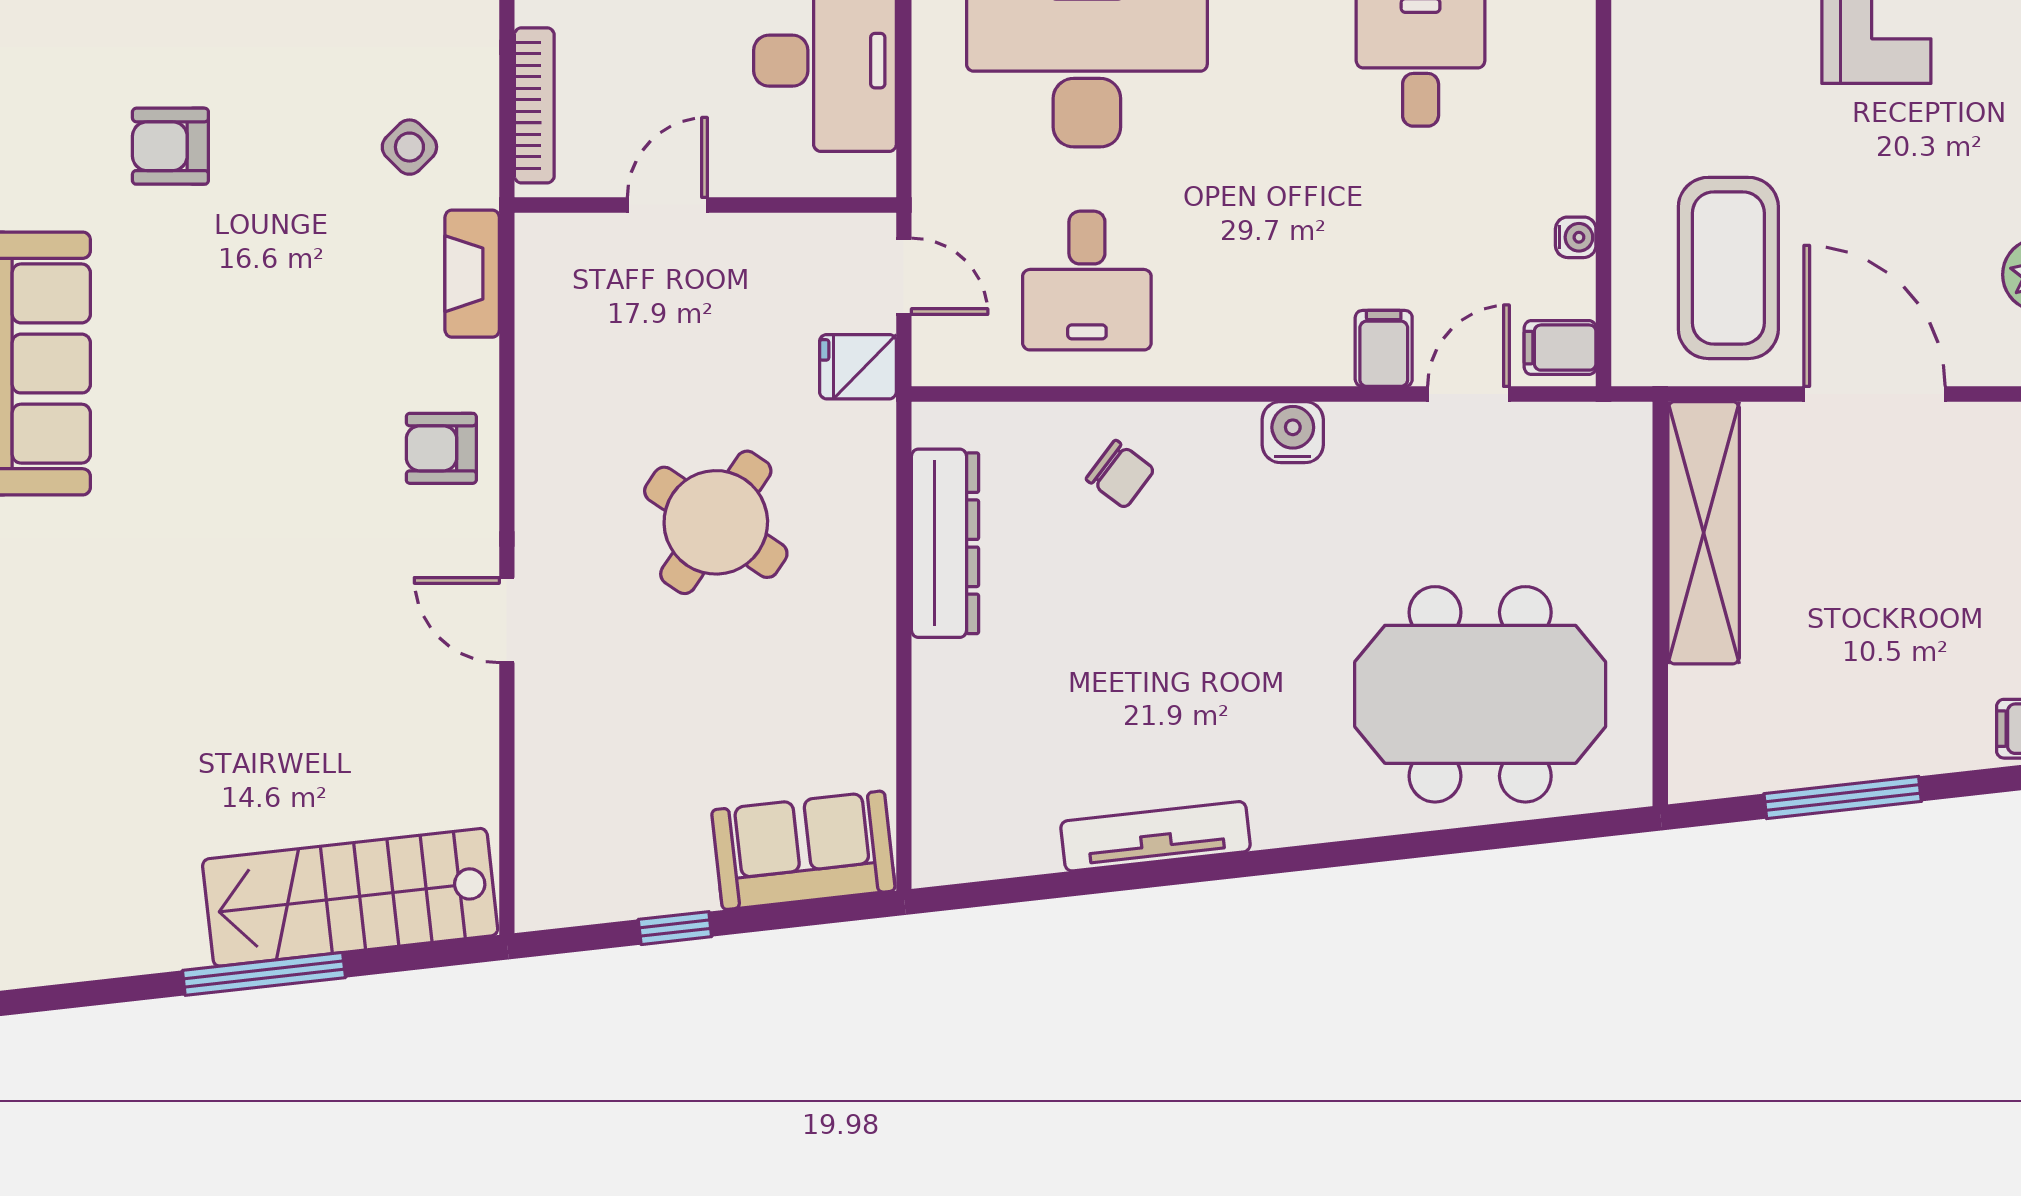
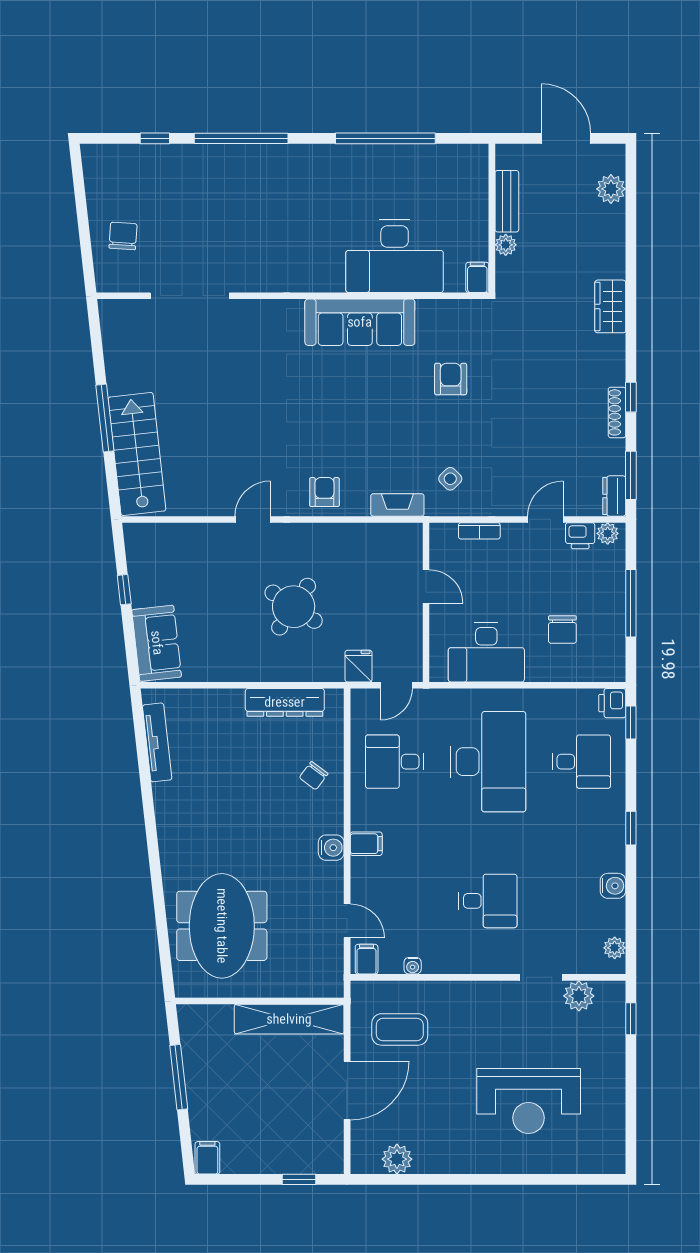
bookcase: (534, 105) -> (479, 531), width x0.64
coffee table: (1728, 268) -> (400, 1029), width x0.73, depth x0.76
filing cabinet: (1384, 348) -> (366, 844), moved
tv unit: (1156, 836) -> (157, 742), moved

